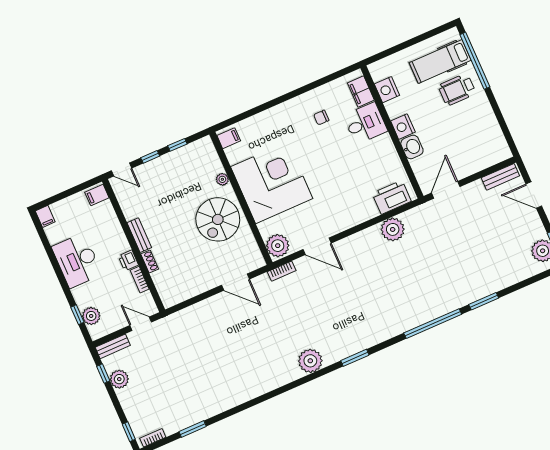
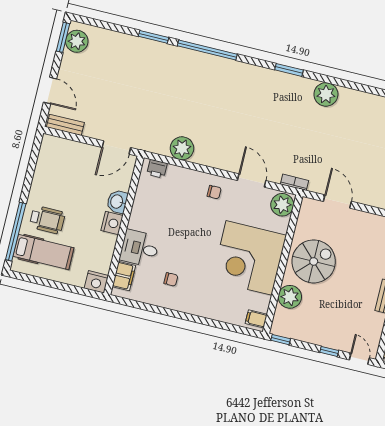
nightstand: (387, 90) -> (96, 282), moved, turned 90
window: (177, 145) -> (281, 340), moved
plant: (222, 179) -> (290, 297), width x1.87, depth x1.87
printer: (392, 197) -> (157, 169), width x0.53, depth x0.68
chair: (340, 214) -> (214, 192), added

